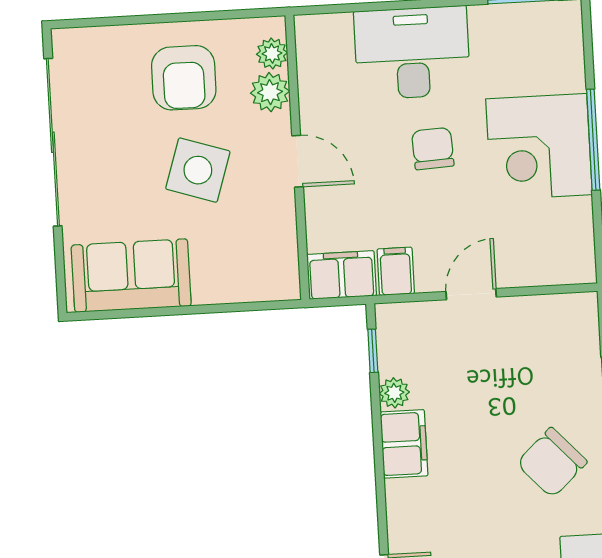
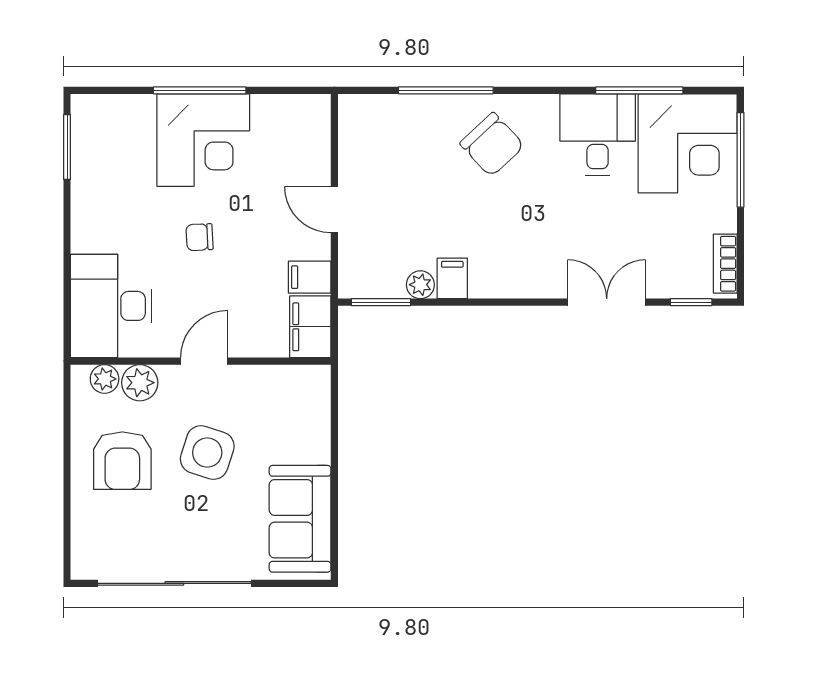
desk: (412, 53) -> (111, 306), moved
armchair: (184, 78) -> (122, 461), turned 90
chair: (433, 149) -> (200, 237), width x0.73, depth x0.73
window: (373, 351) -> (381, 302), width x1.50
filing cabinet: (404, 444) -> (452, 278), width x0.50

